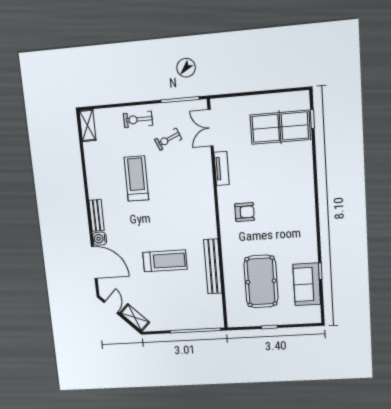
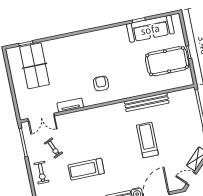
pool table: (261, 281) -> (167, 61), moved
sofa: (307, 284) -> (150, 29), width x1.36

